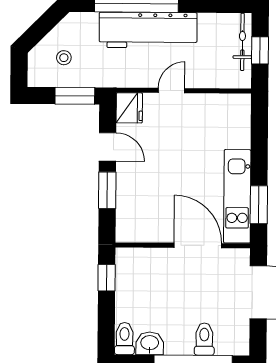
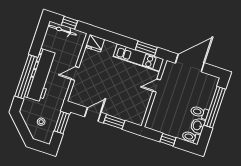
door: (171, 91) -> (75, 73), hinge flipped
fridge: (129, 108) -> (95, 43), moved, turned 180
door: (198, 245) -> (157, 86), width x0.53
window: (107, 278) -> (168, 140), moved
toilet: (204, 339) -> (199, 112), moved

